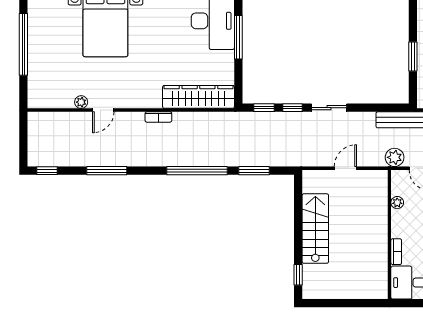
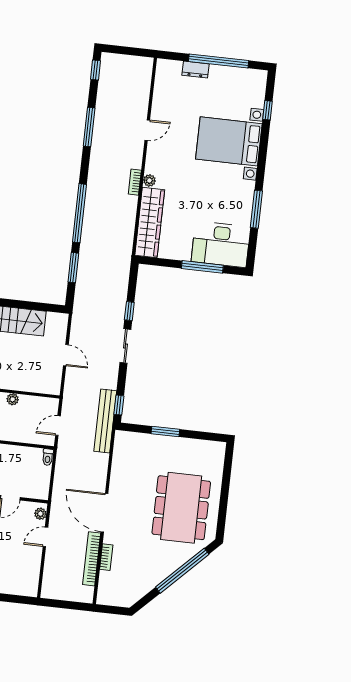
dresser: (35, 67) -> (195, 70), added
plant: (81, 102) -> (149, 180), moved
window: (264, 108) -> (119, 405), moved
door: (103, 110) -> (147, 130), swing flipped
plant: (395, 157) -> (71, 403), removed
plant: (397, 203) -> (13, 399), moved

